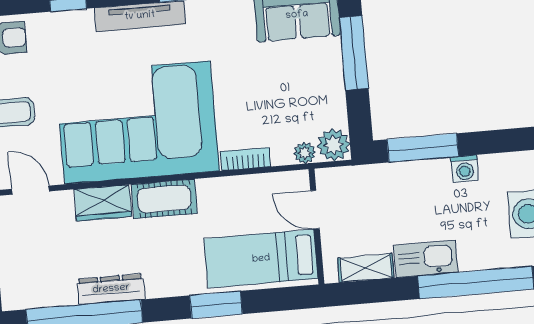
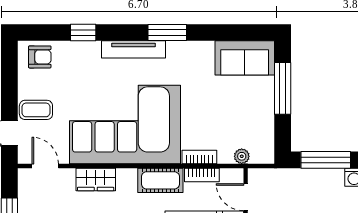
plant: (334, 145) -> (263, 152), removed
bookcase: (251, 184) -> (202, 175), added
cot: (164, 199) -> (160, 180), moved

